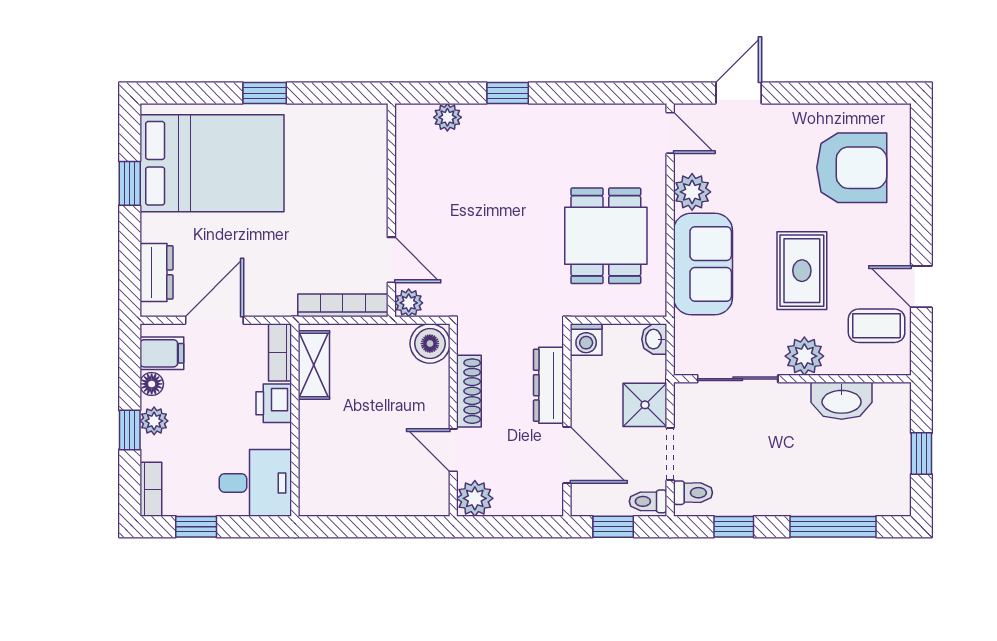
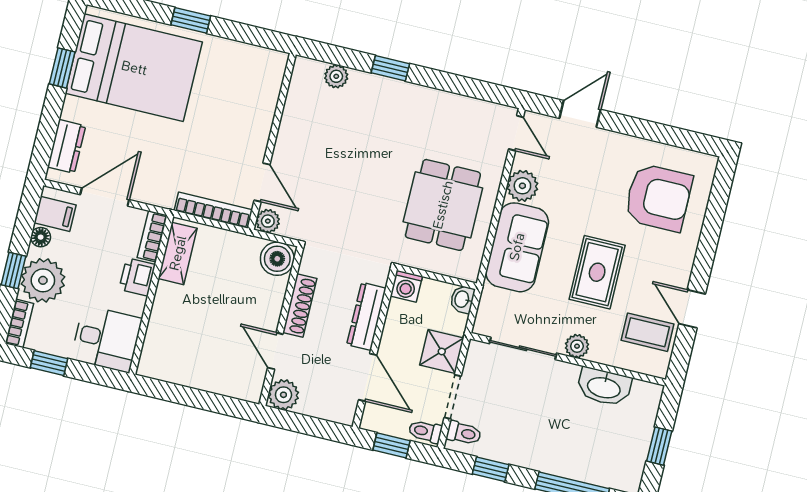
plant: (804, 356) -> (577, 346), width x0.73, depth x0.73
plant: (154, 421) -> (43, 280), width x1.88, depth x1.88

